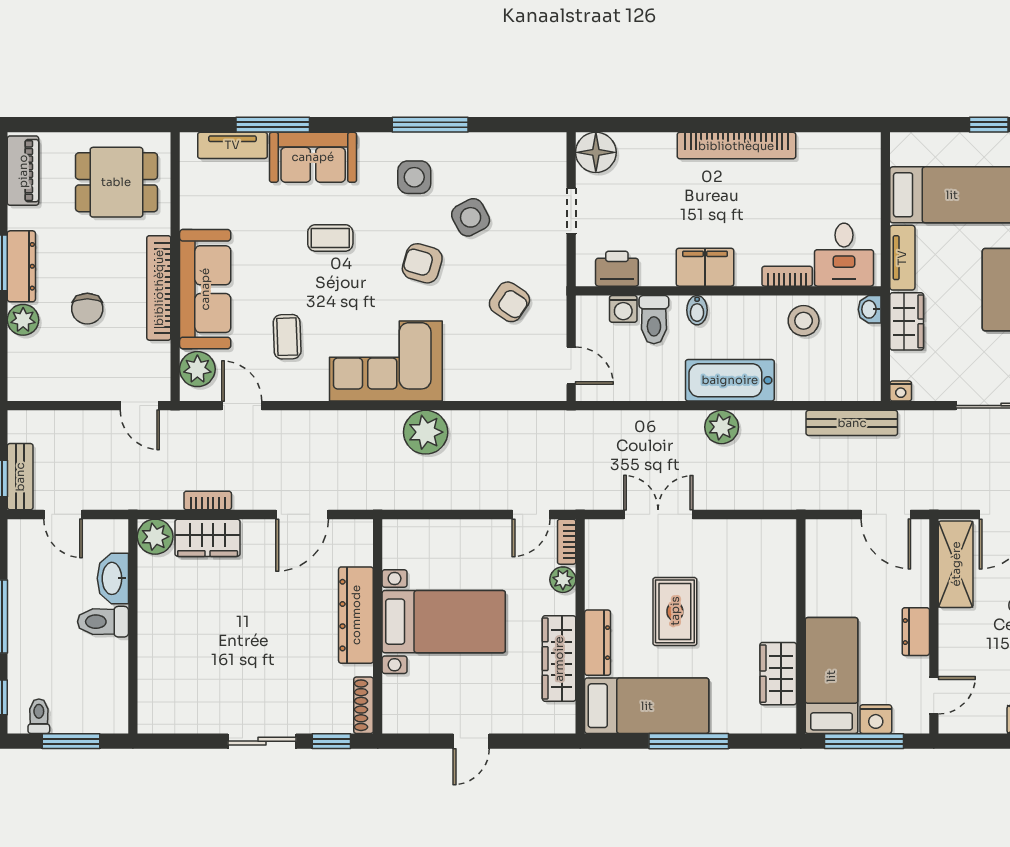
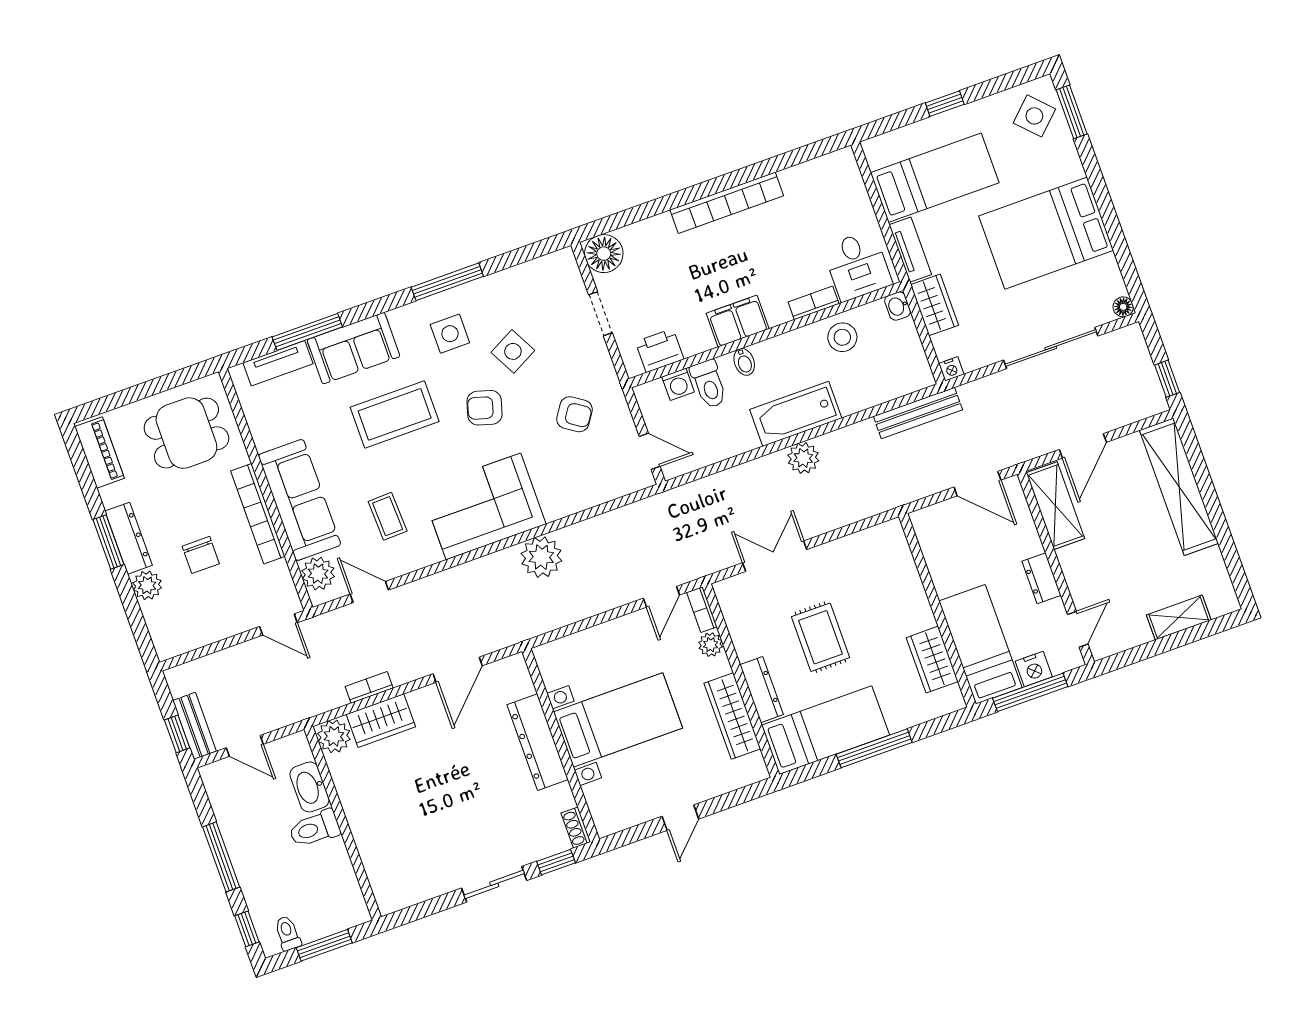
coffee table: (330, 238) -> (395, 414), width x1.86, depth x1.72
shoe rack: (364, 705) -> (576, 828), width x0.70

